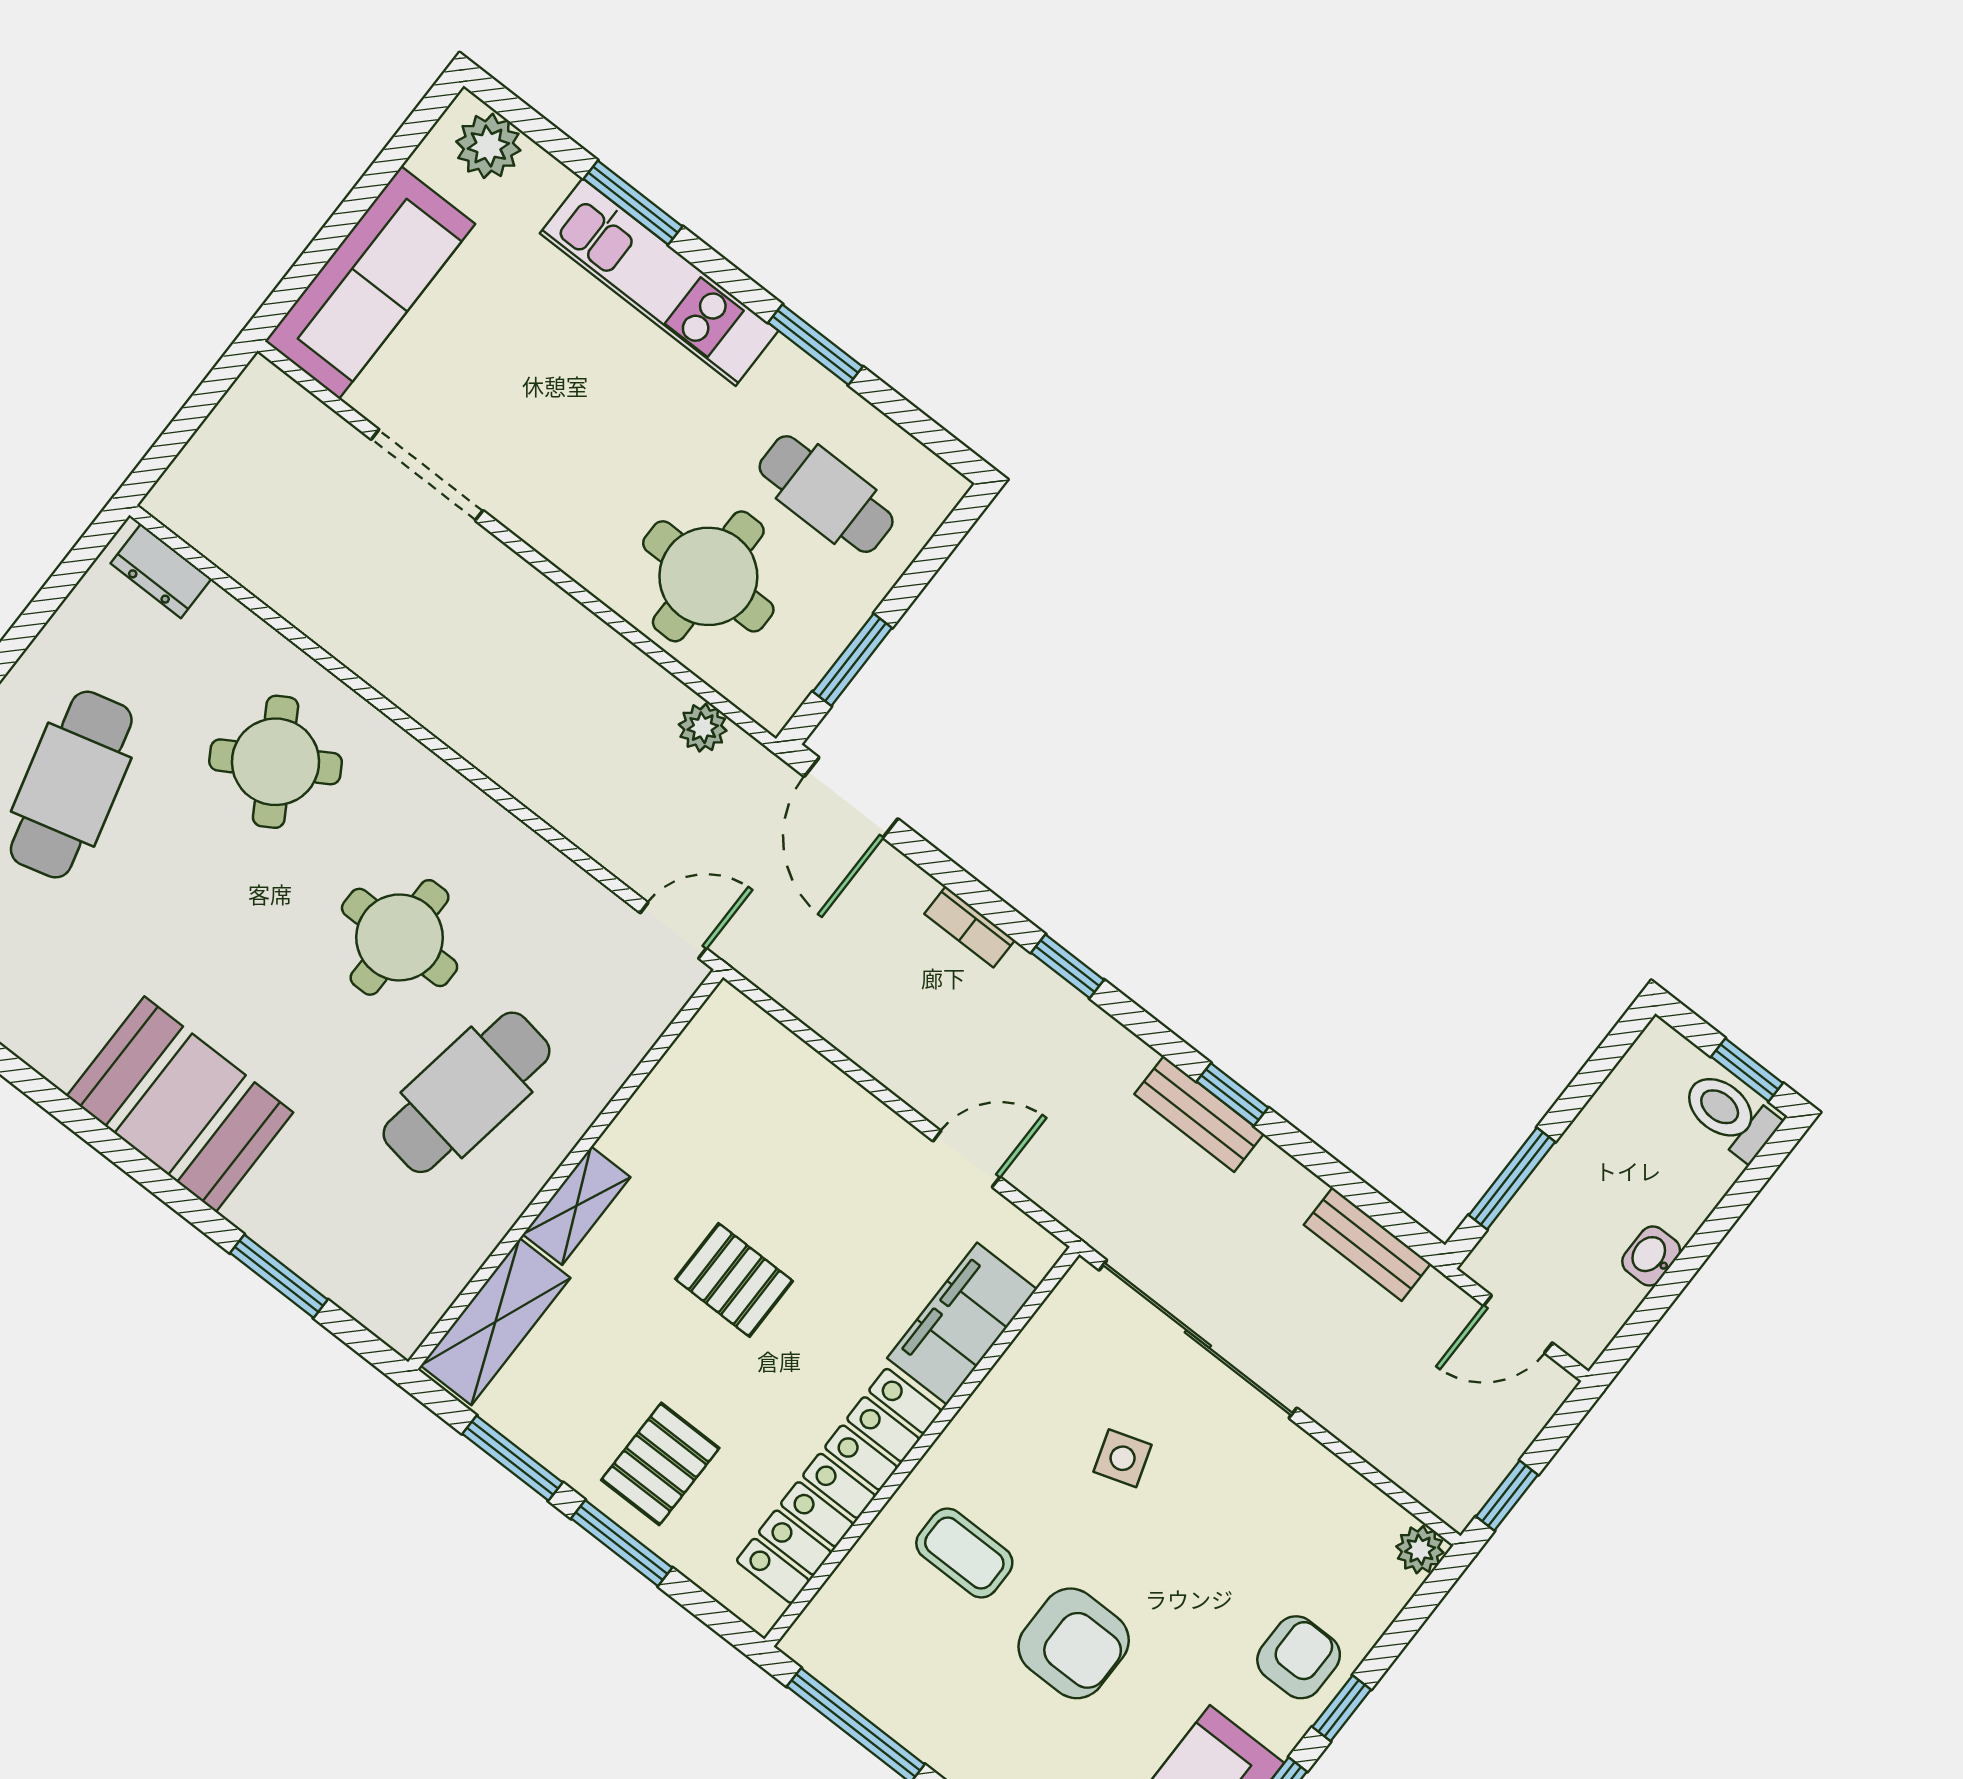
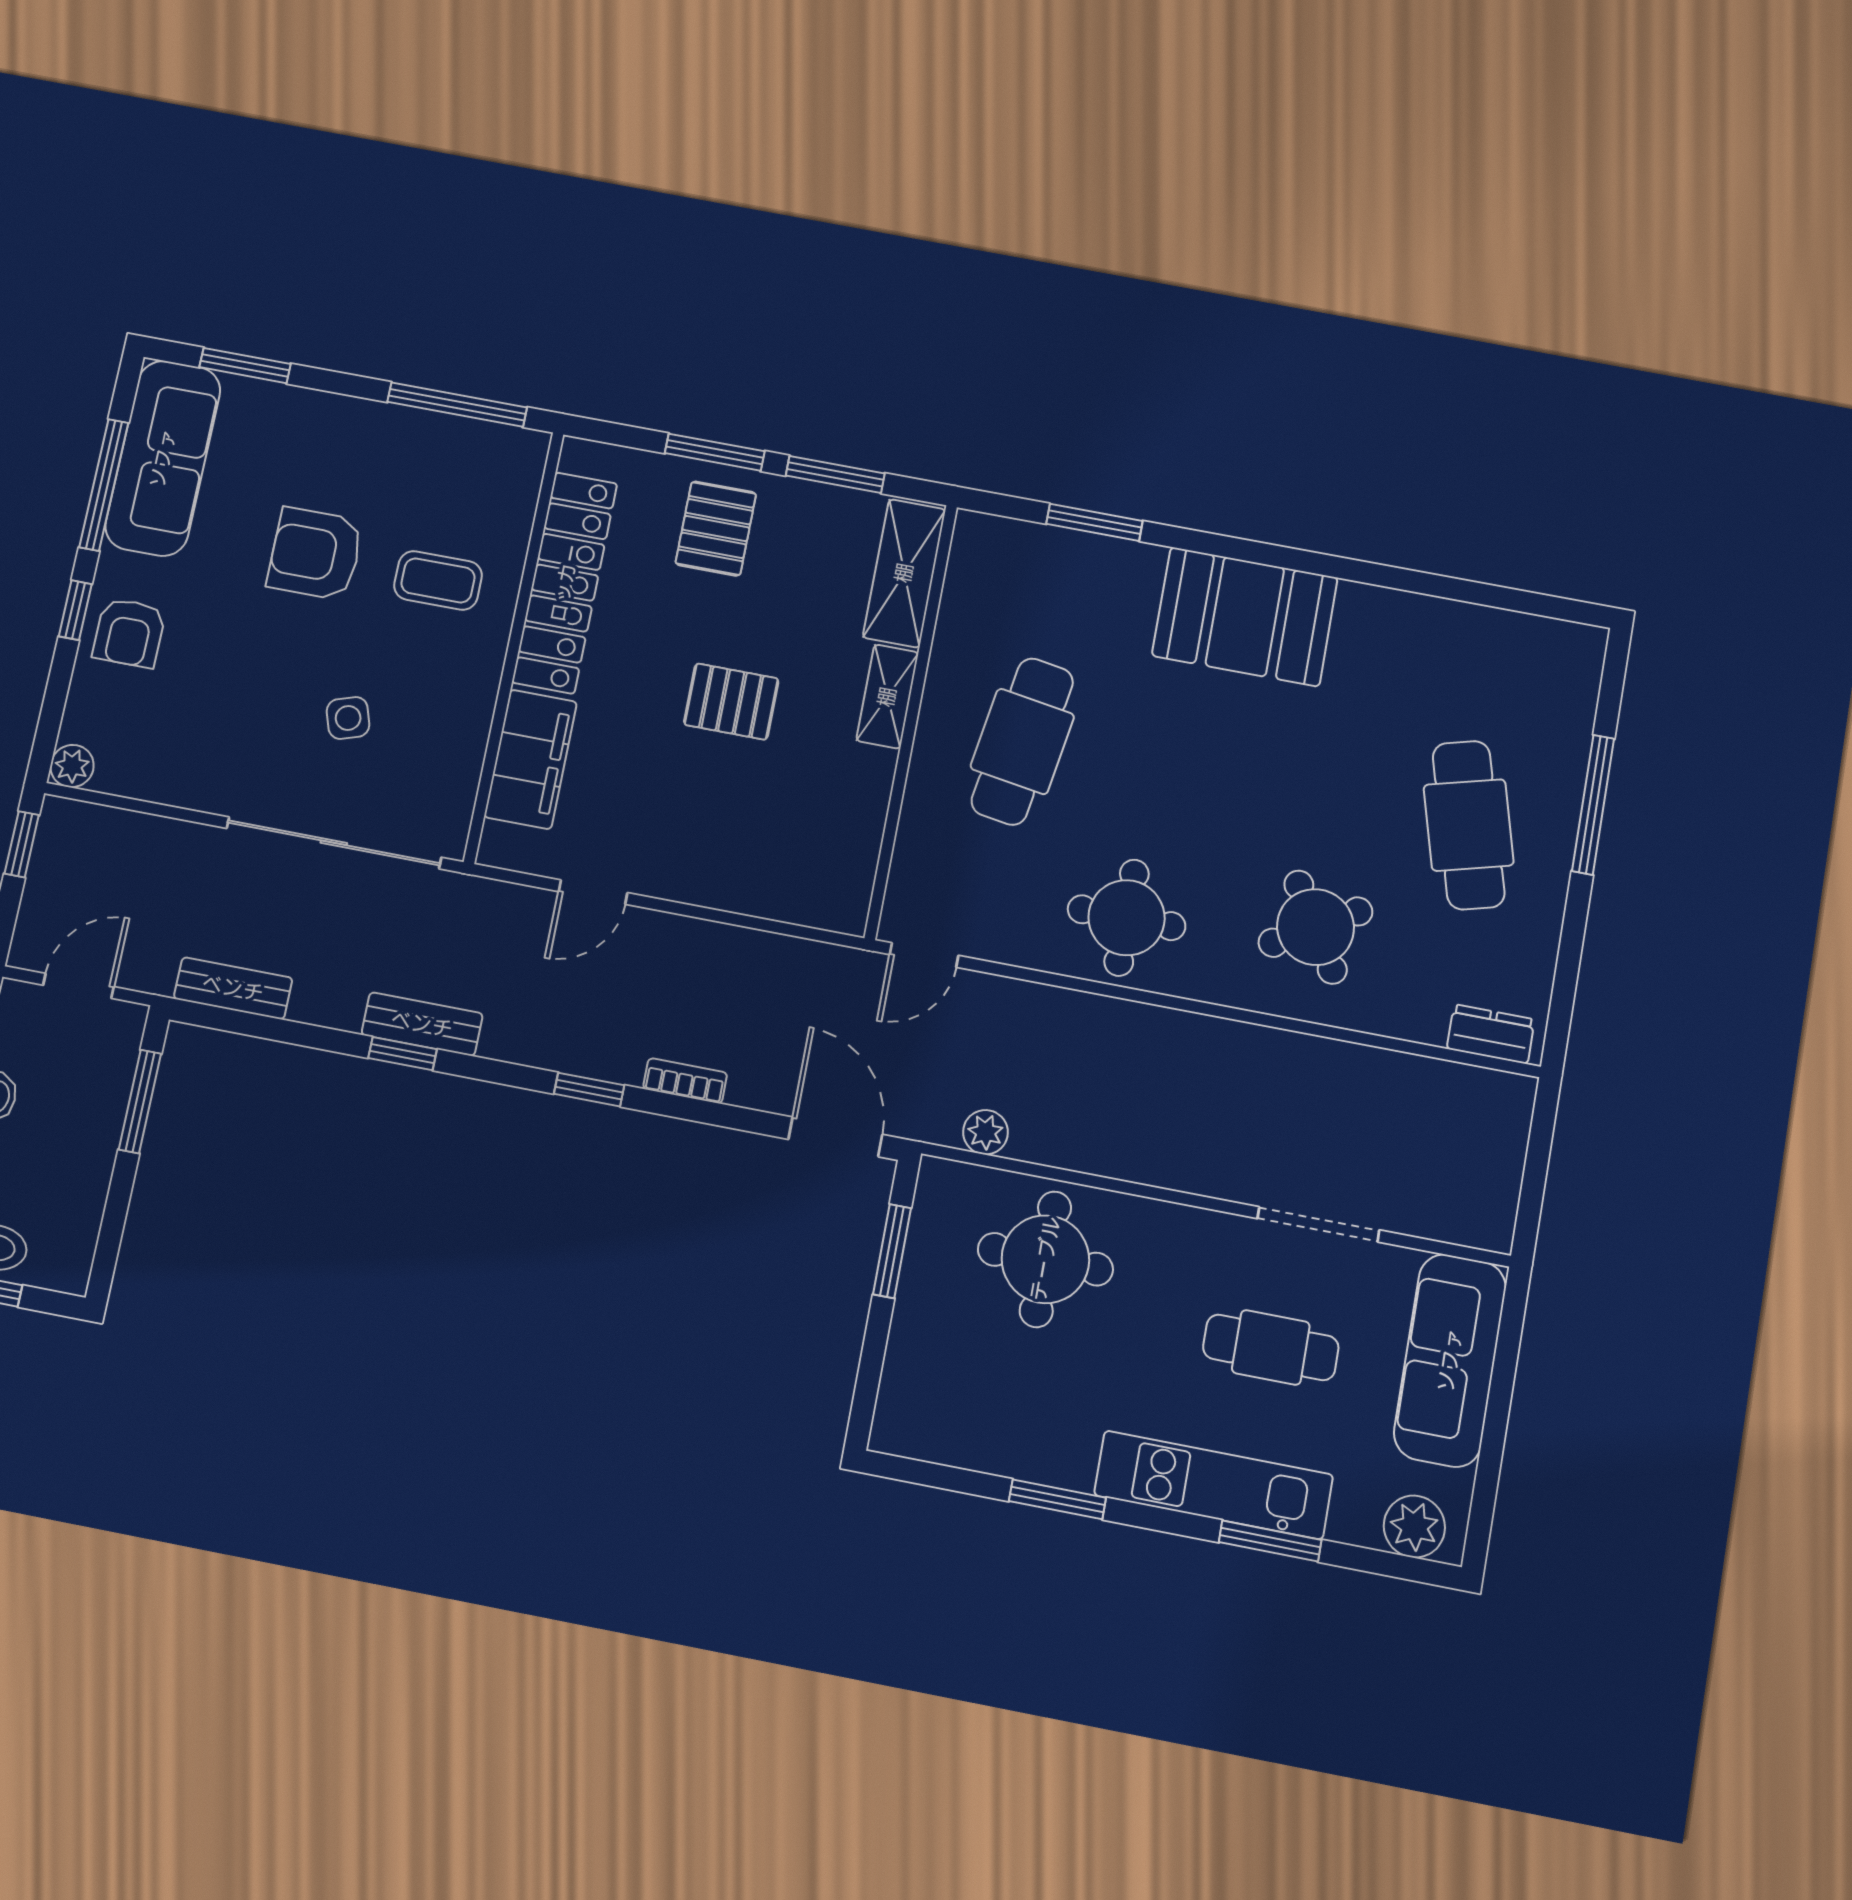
cafe table: (826, 494) -> (1271, 1347), moved
round table: (400, 937) -> (1127, 918), moved

